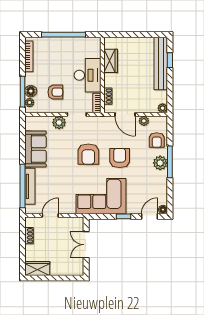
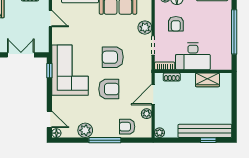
plant: (160, 163) -> (85, 130), moved
window: (123, 216) -> (49, 71), moved

